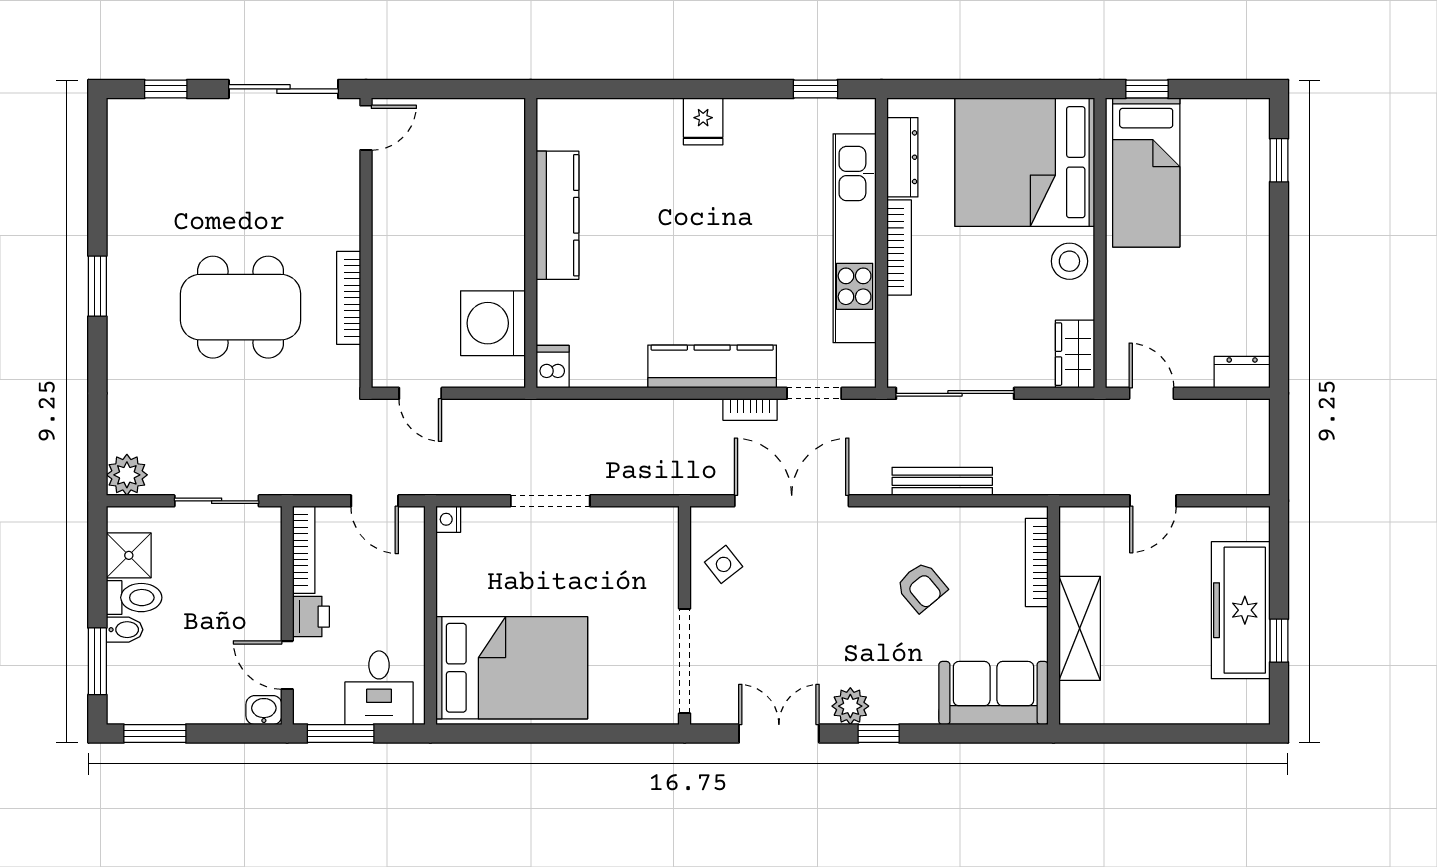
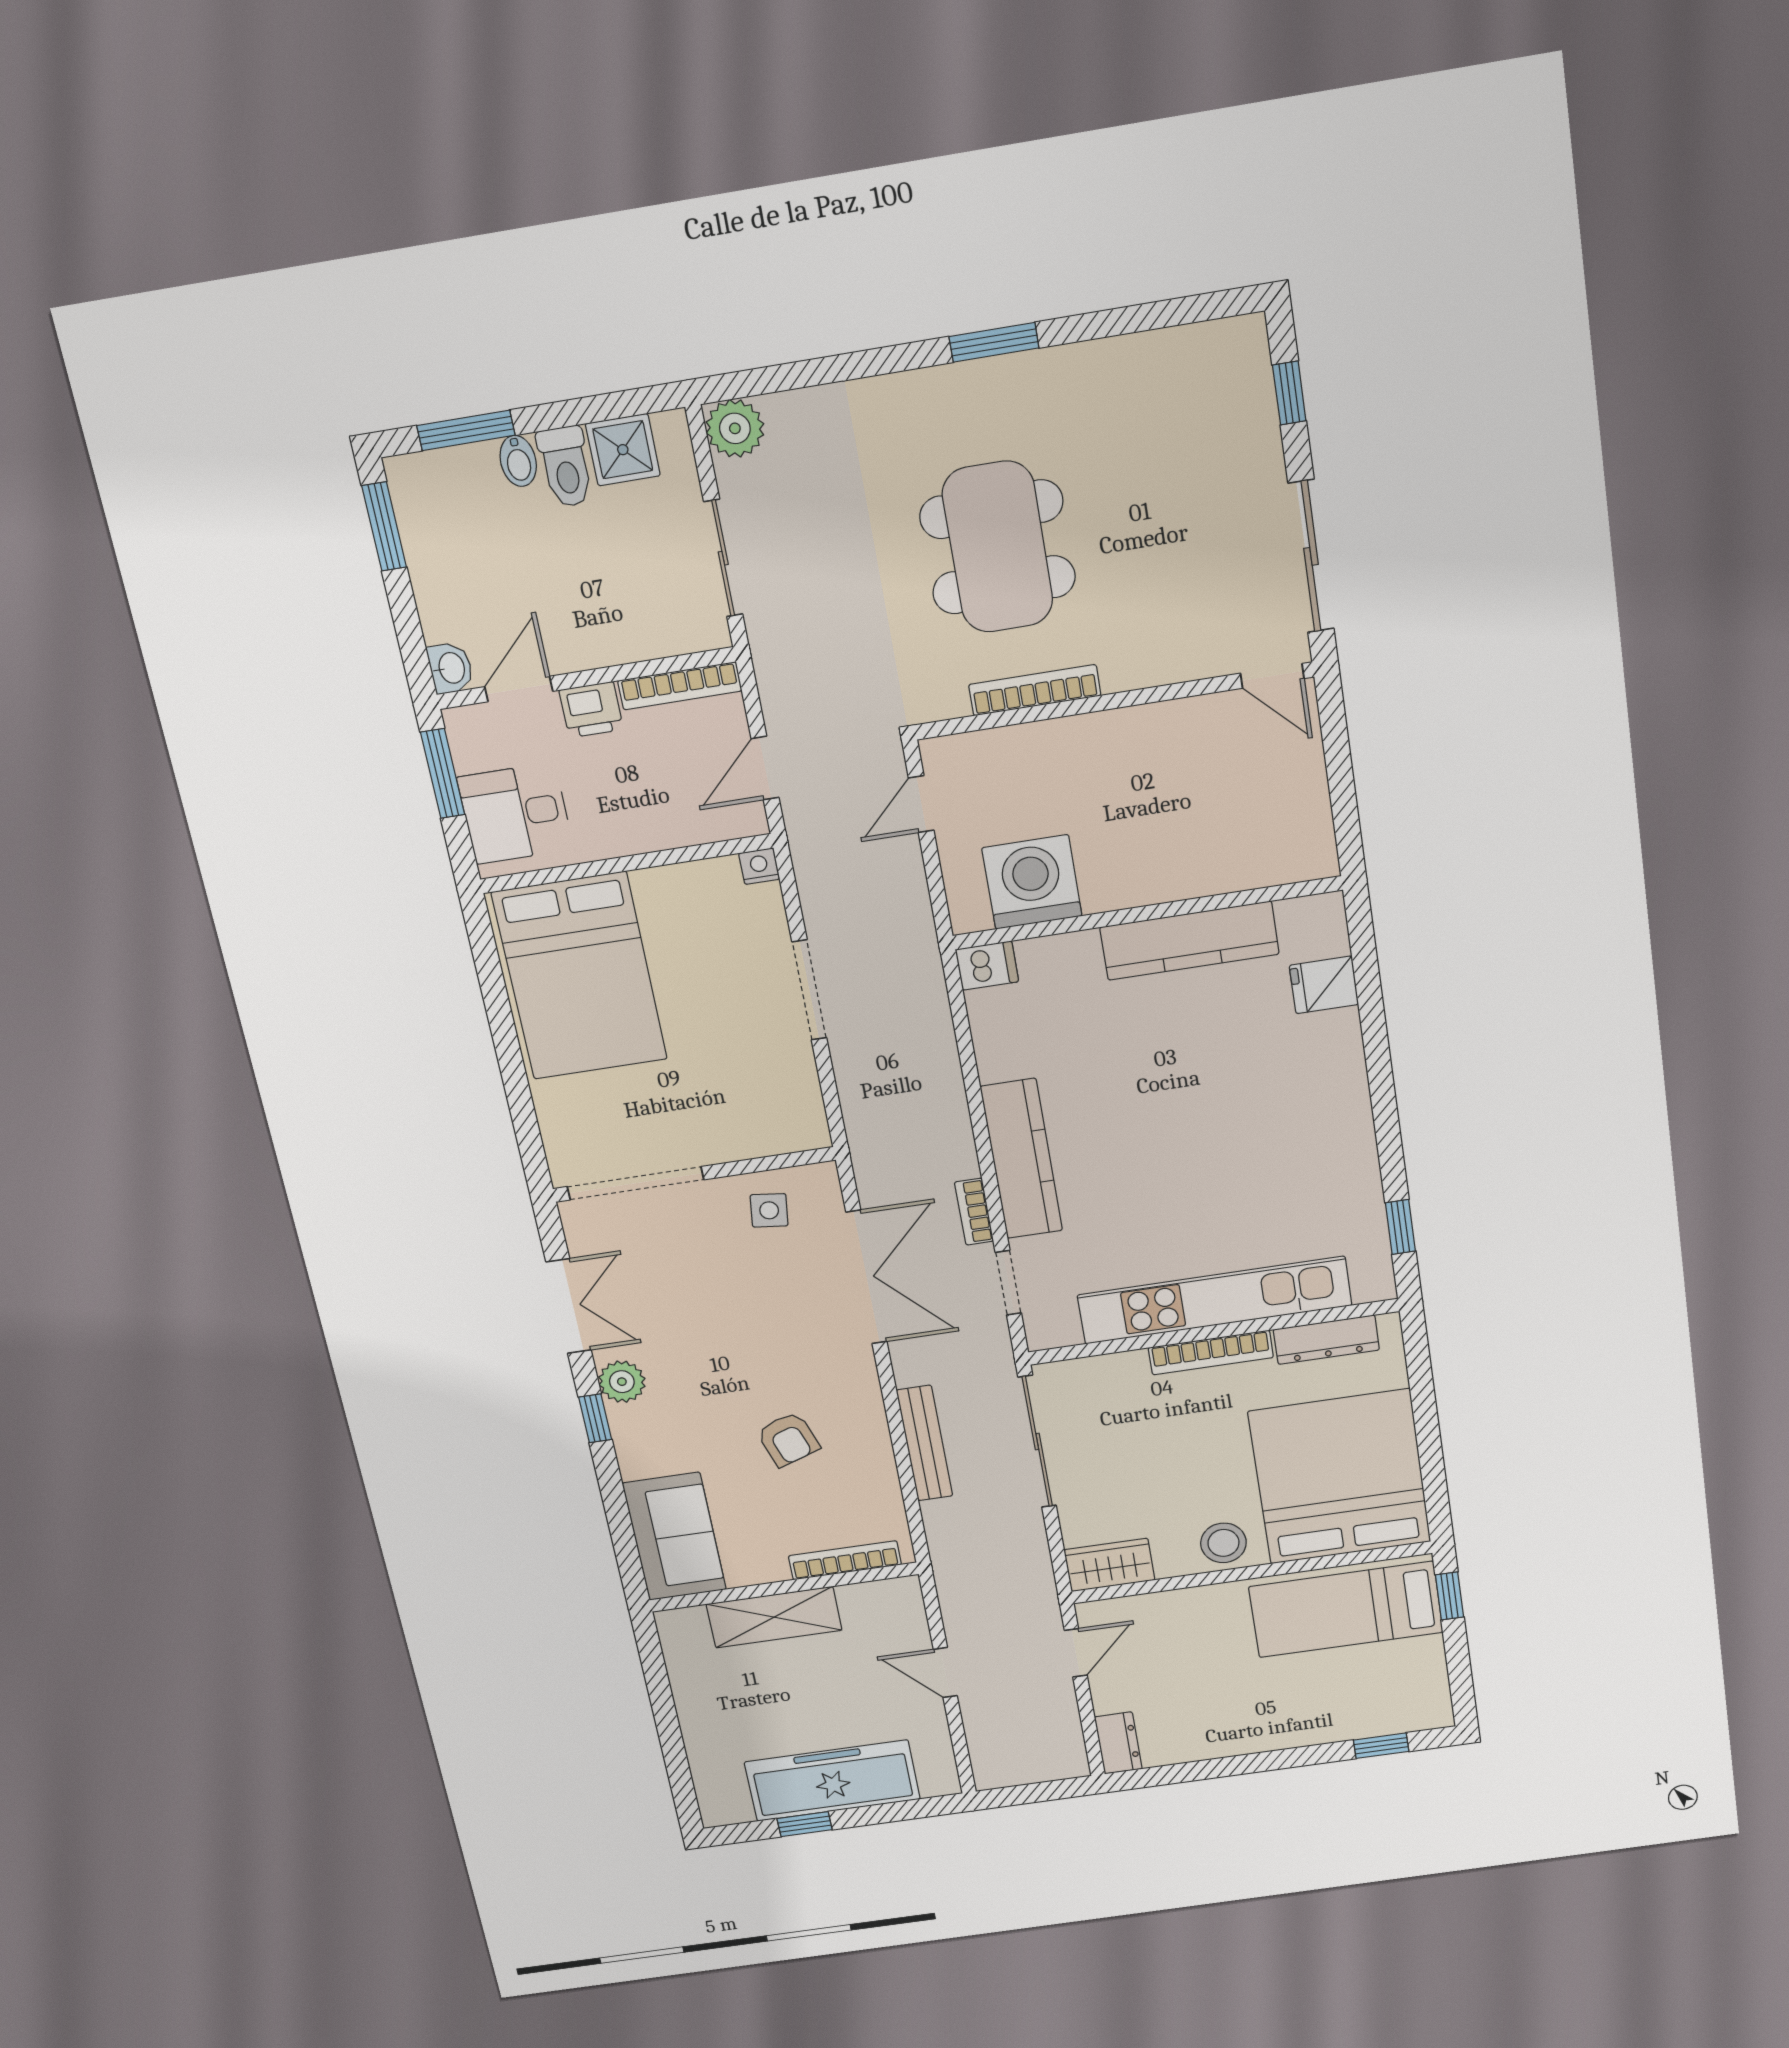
fridge: (703, 121) -> (1324, 985), moved
side table: (724, 564) -> (769, 1210), turned 45
armchair: (922, 587) -> (788, 1439), turned -69

